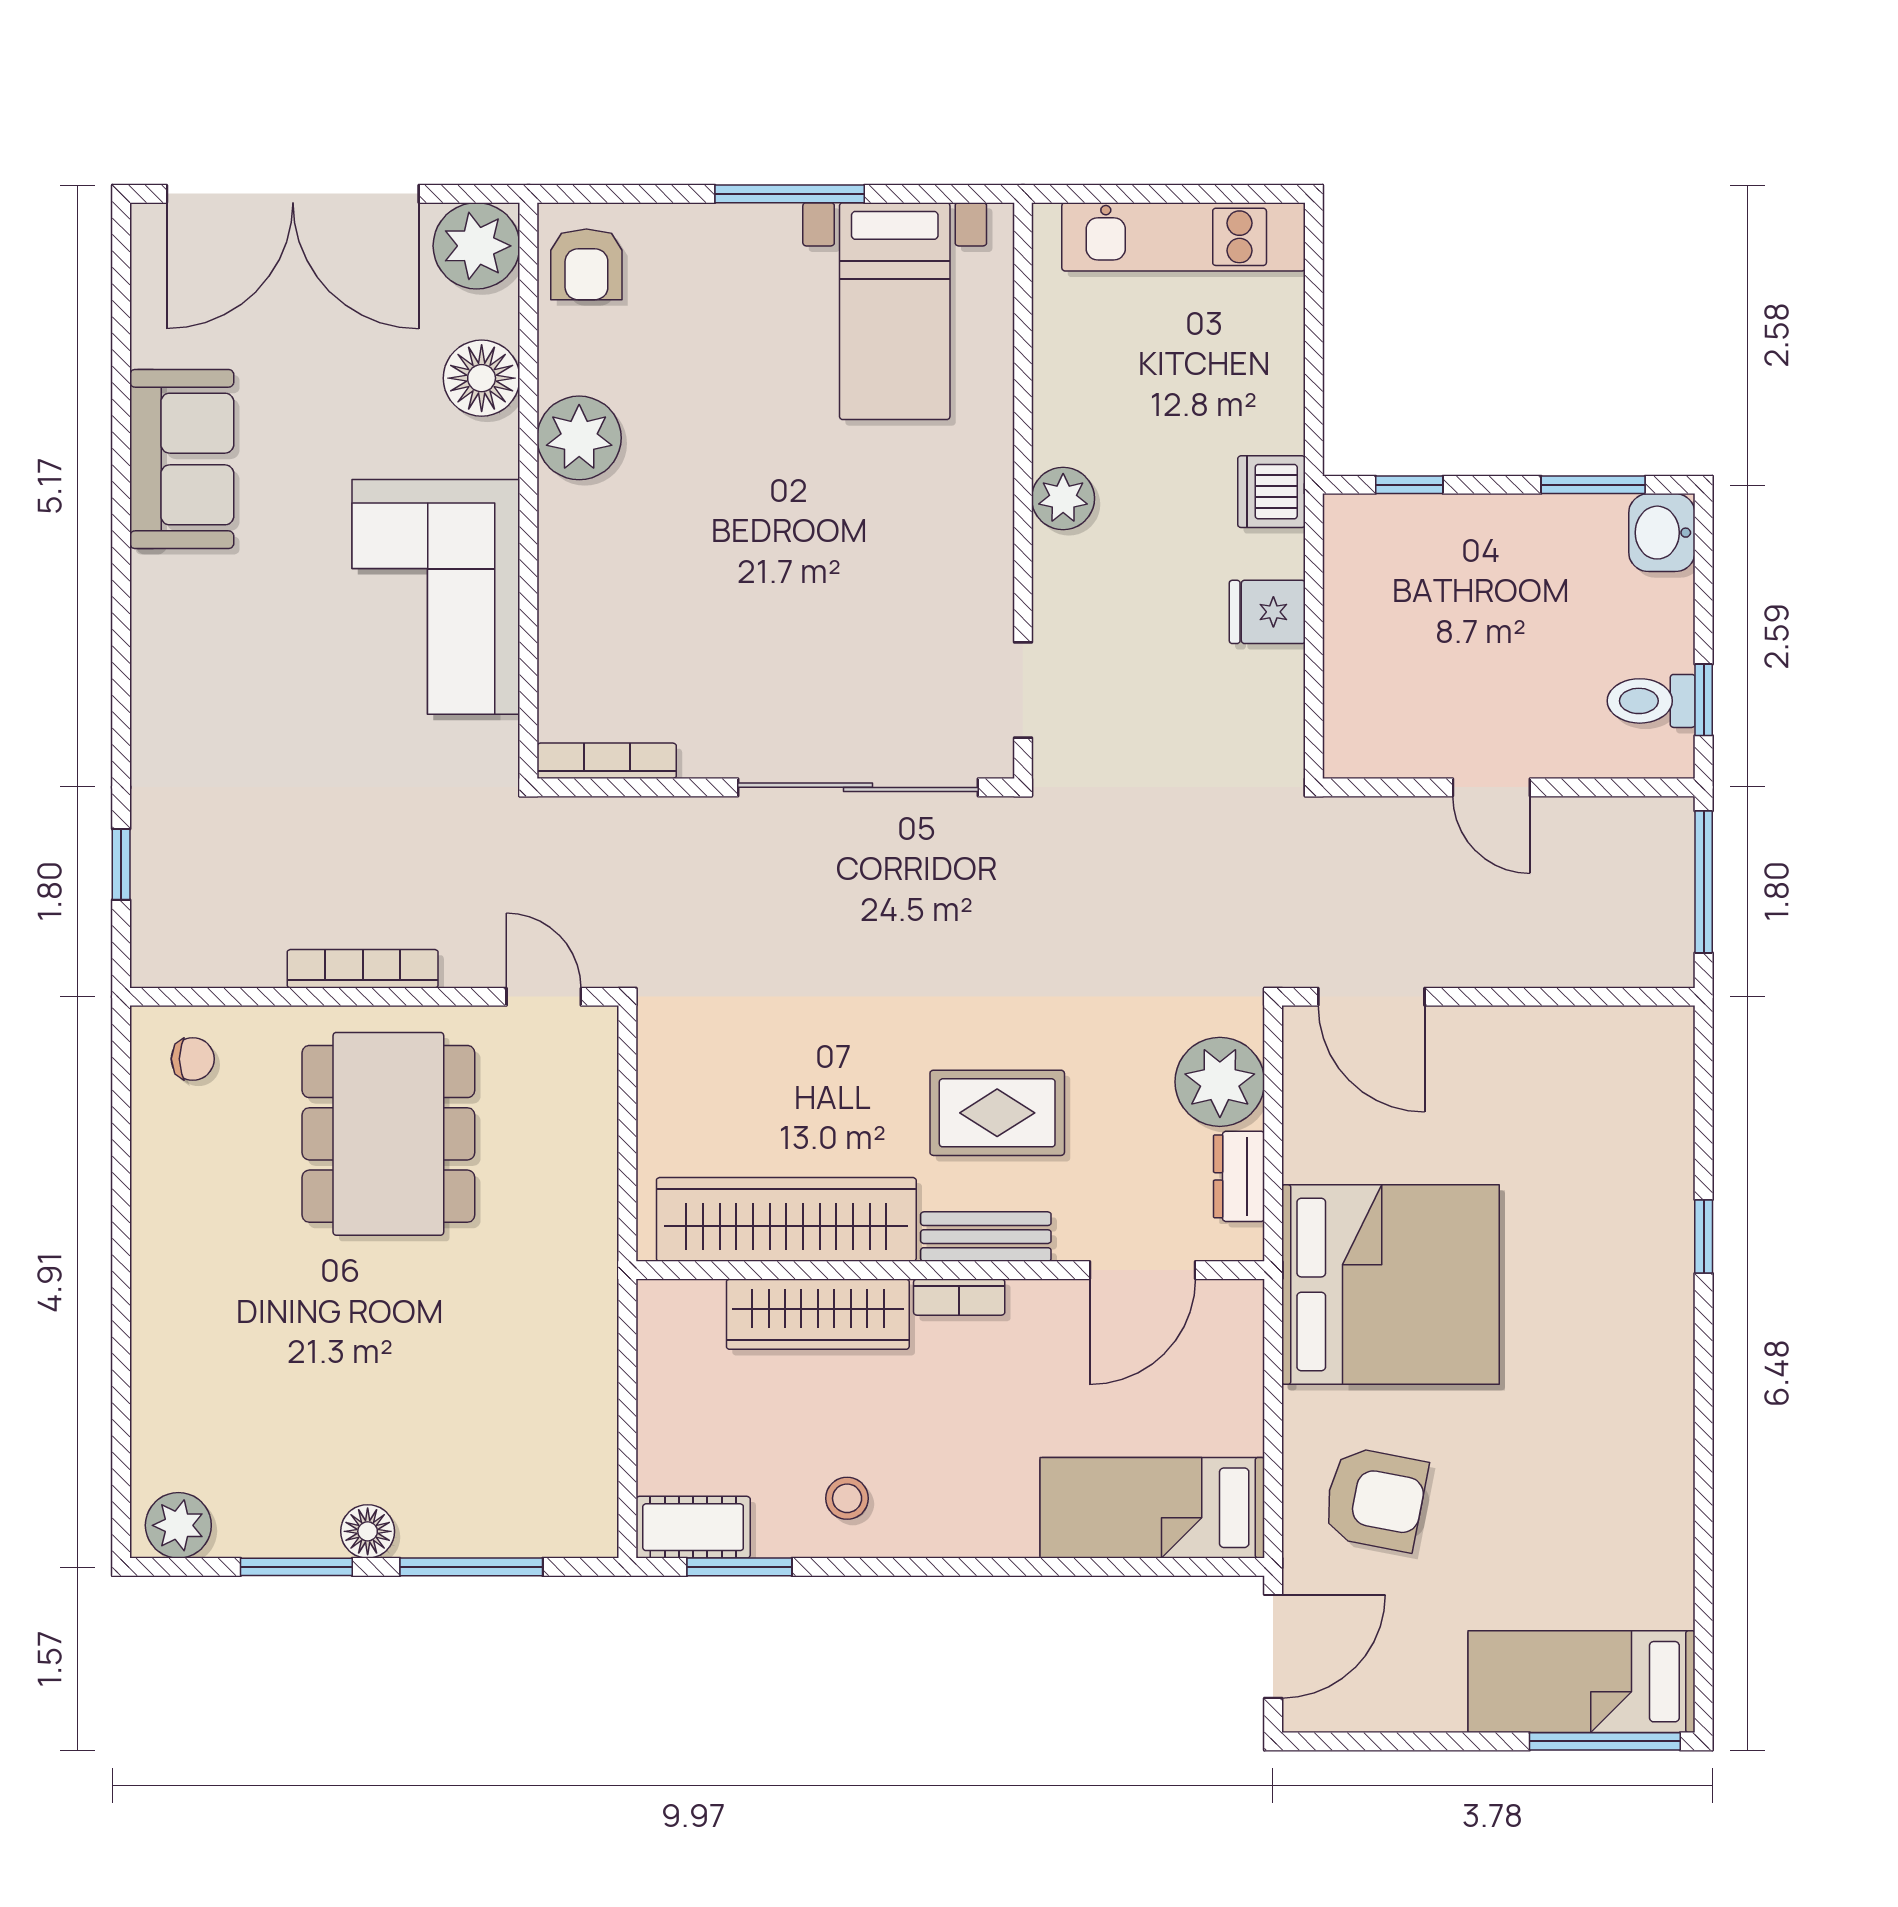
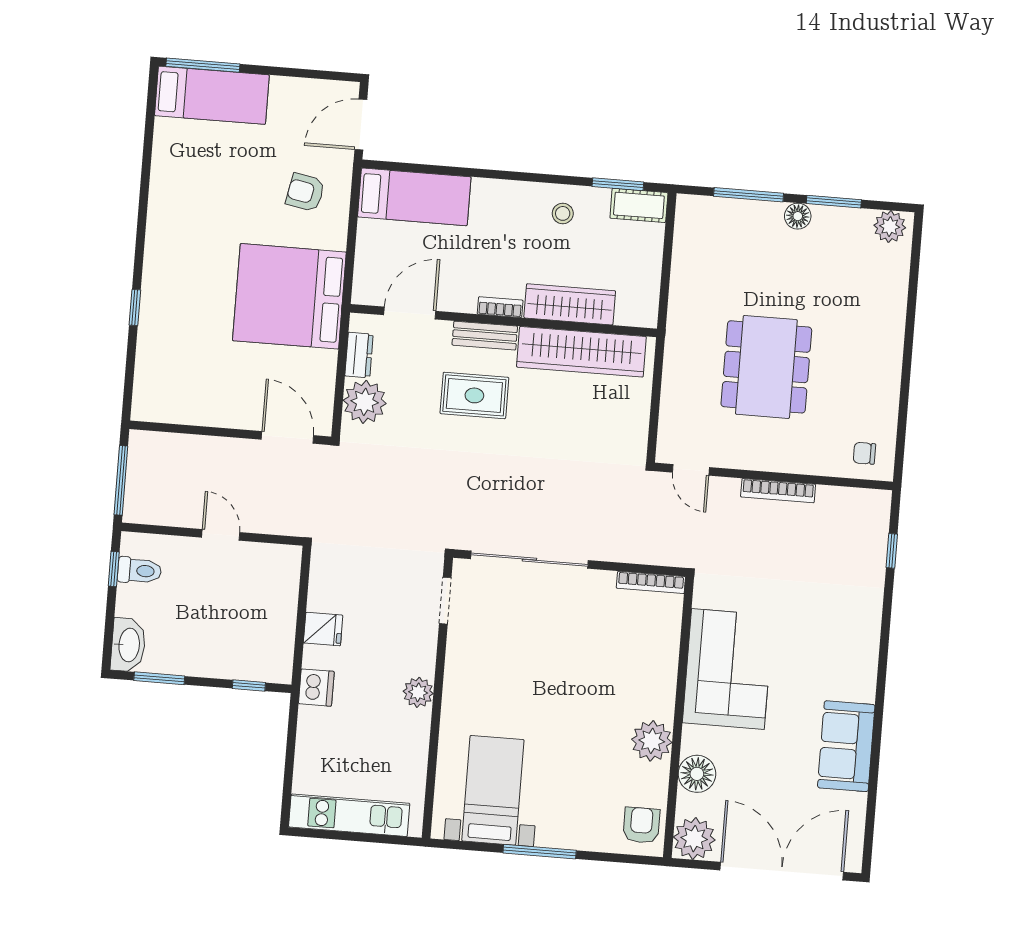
washbasin: (1662, 533) -> (128, 645), width x1.38
dining table: (388, 1134) -> (766, 367), moved
armchair: (1375, 1499) -> (305, 192), width x0.72, depth x0.72

